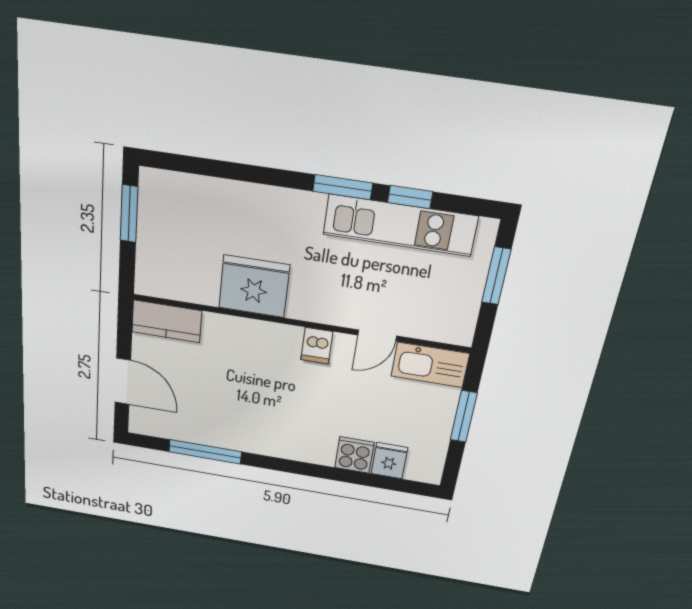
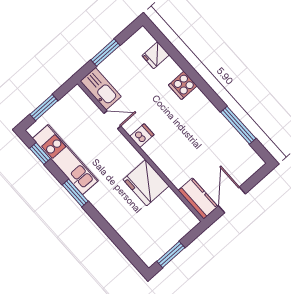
window: (410, 197) -> (40, 154), moved
door: (123, 381) -> (232, 200), moved
cooker: (354, 455) -> (183, 85), moved

